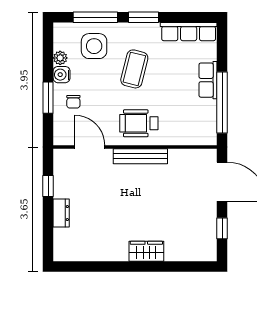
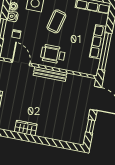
row of seats: (208, 80) -> (98, 42), width x1.48
wardrobe: (146, 251) -> (26, 128), moved

